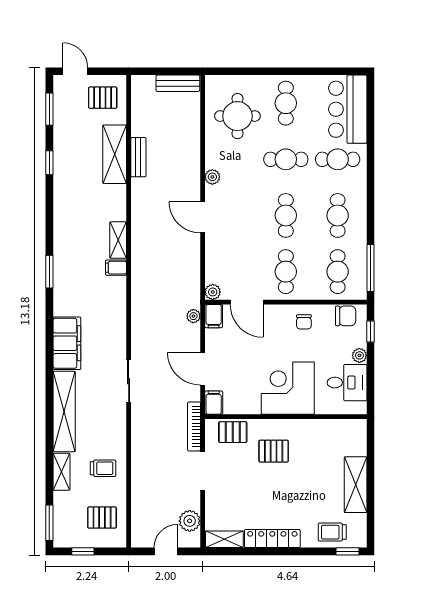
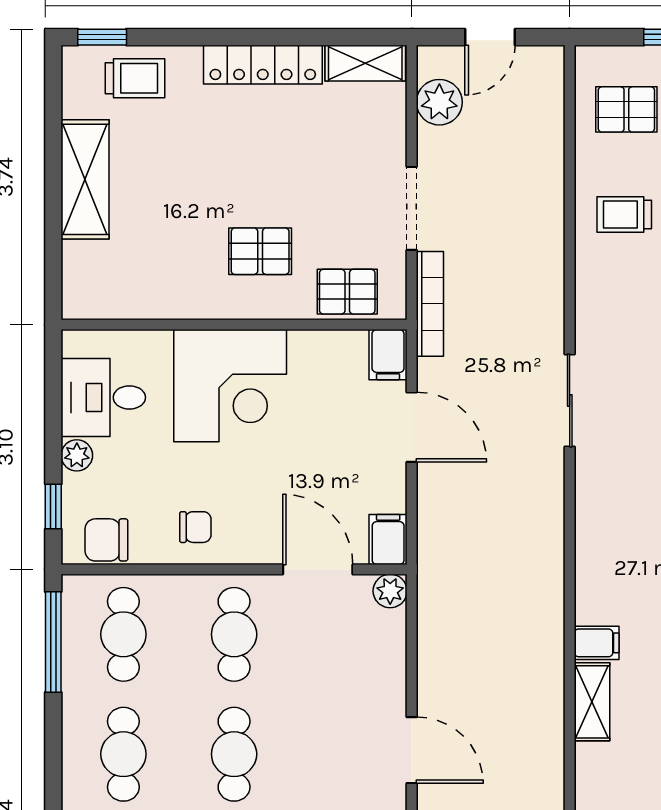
plant: (193, 316) -> (431, 539), removed
chair: (304, 322) -> (195, 527), turned 90

